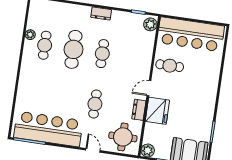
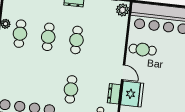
cafe table: (73, 49) -> (48, 37), width x0.73, depth x0.74
door: (149, 88) -> (123, 72), swing flipped

